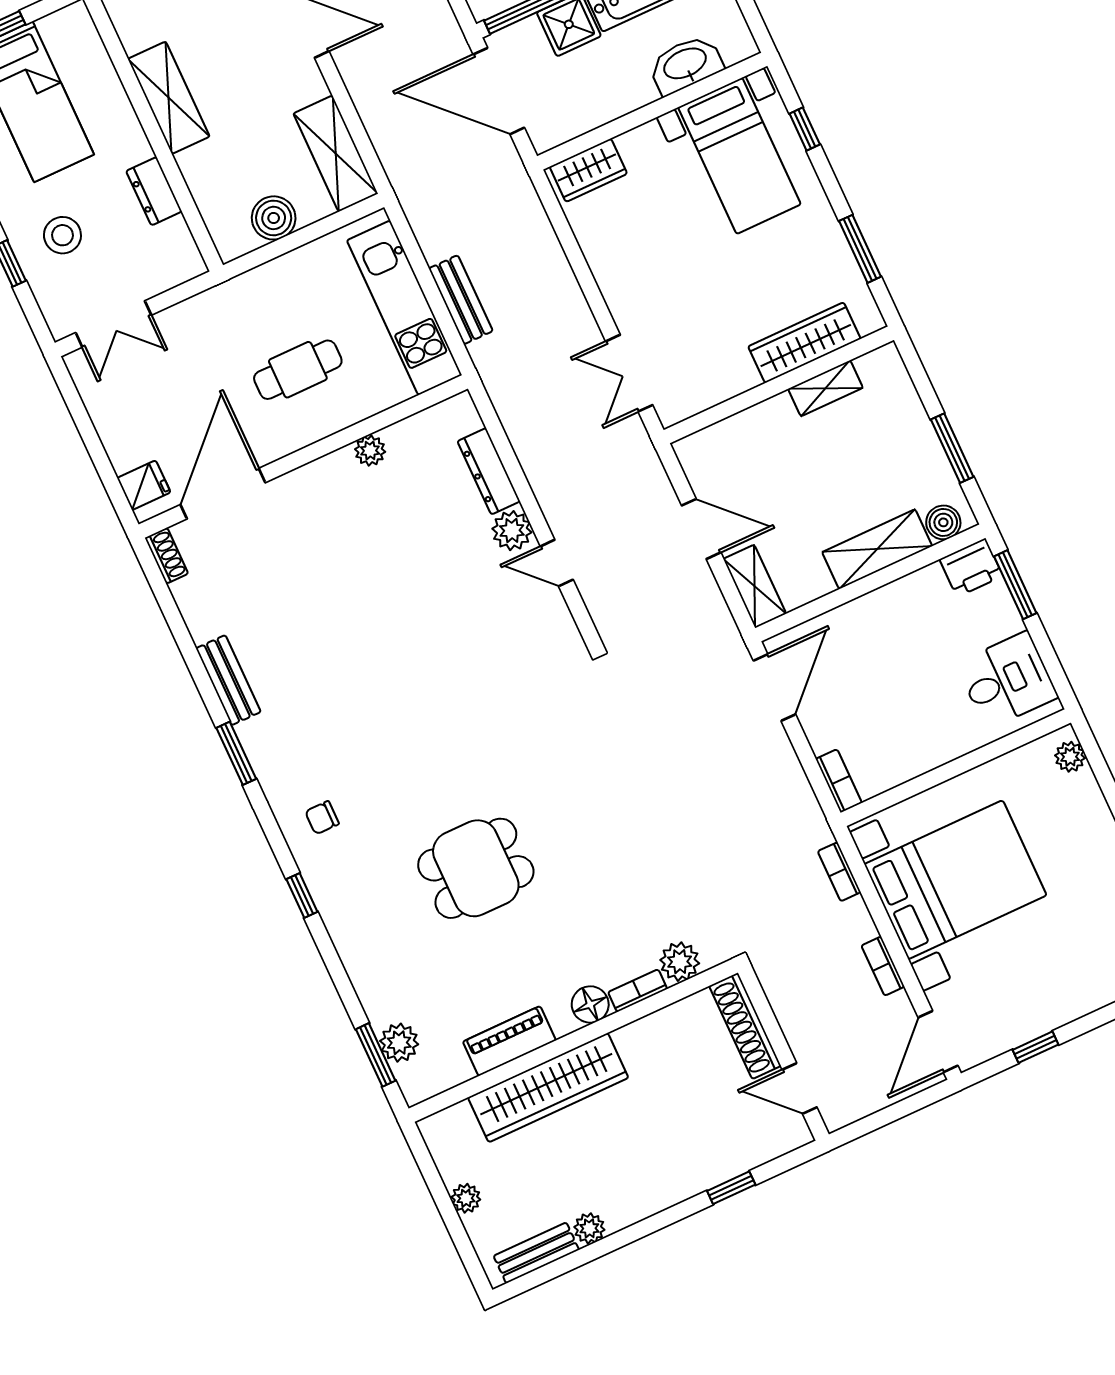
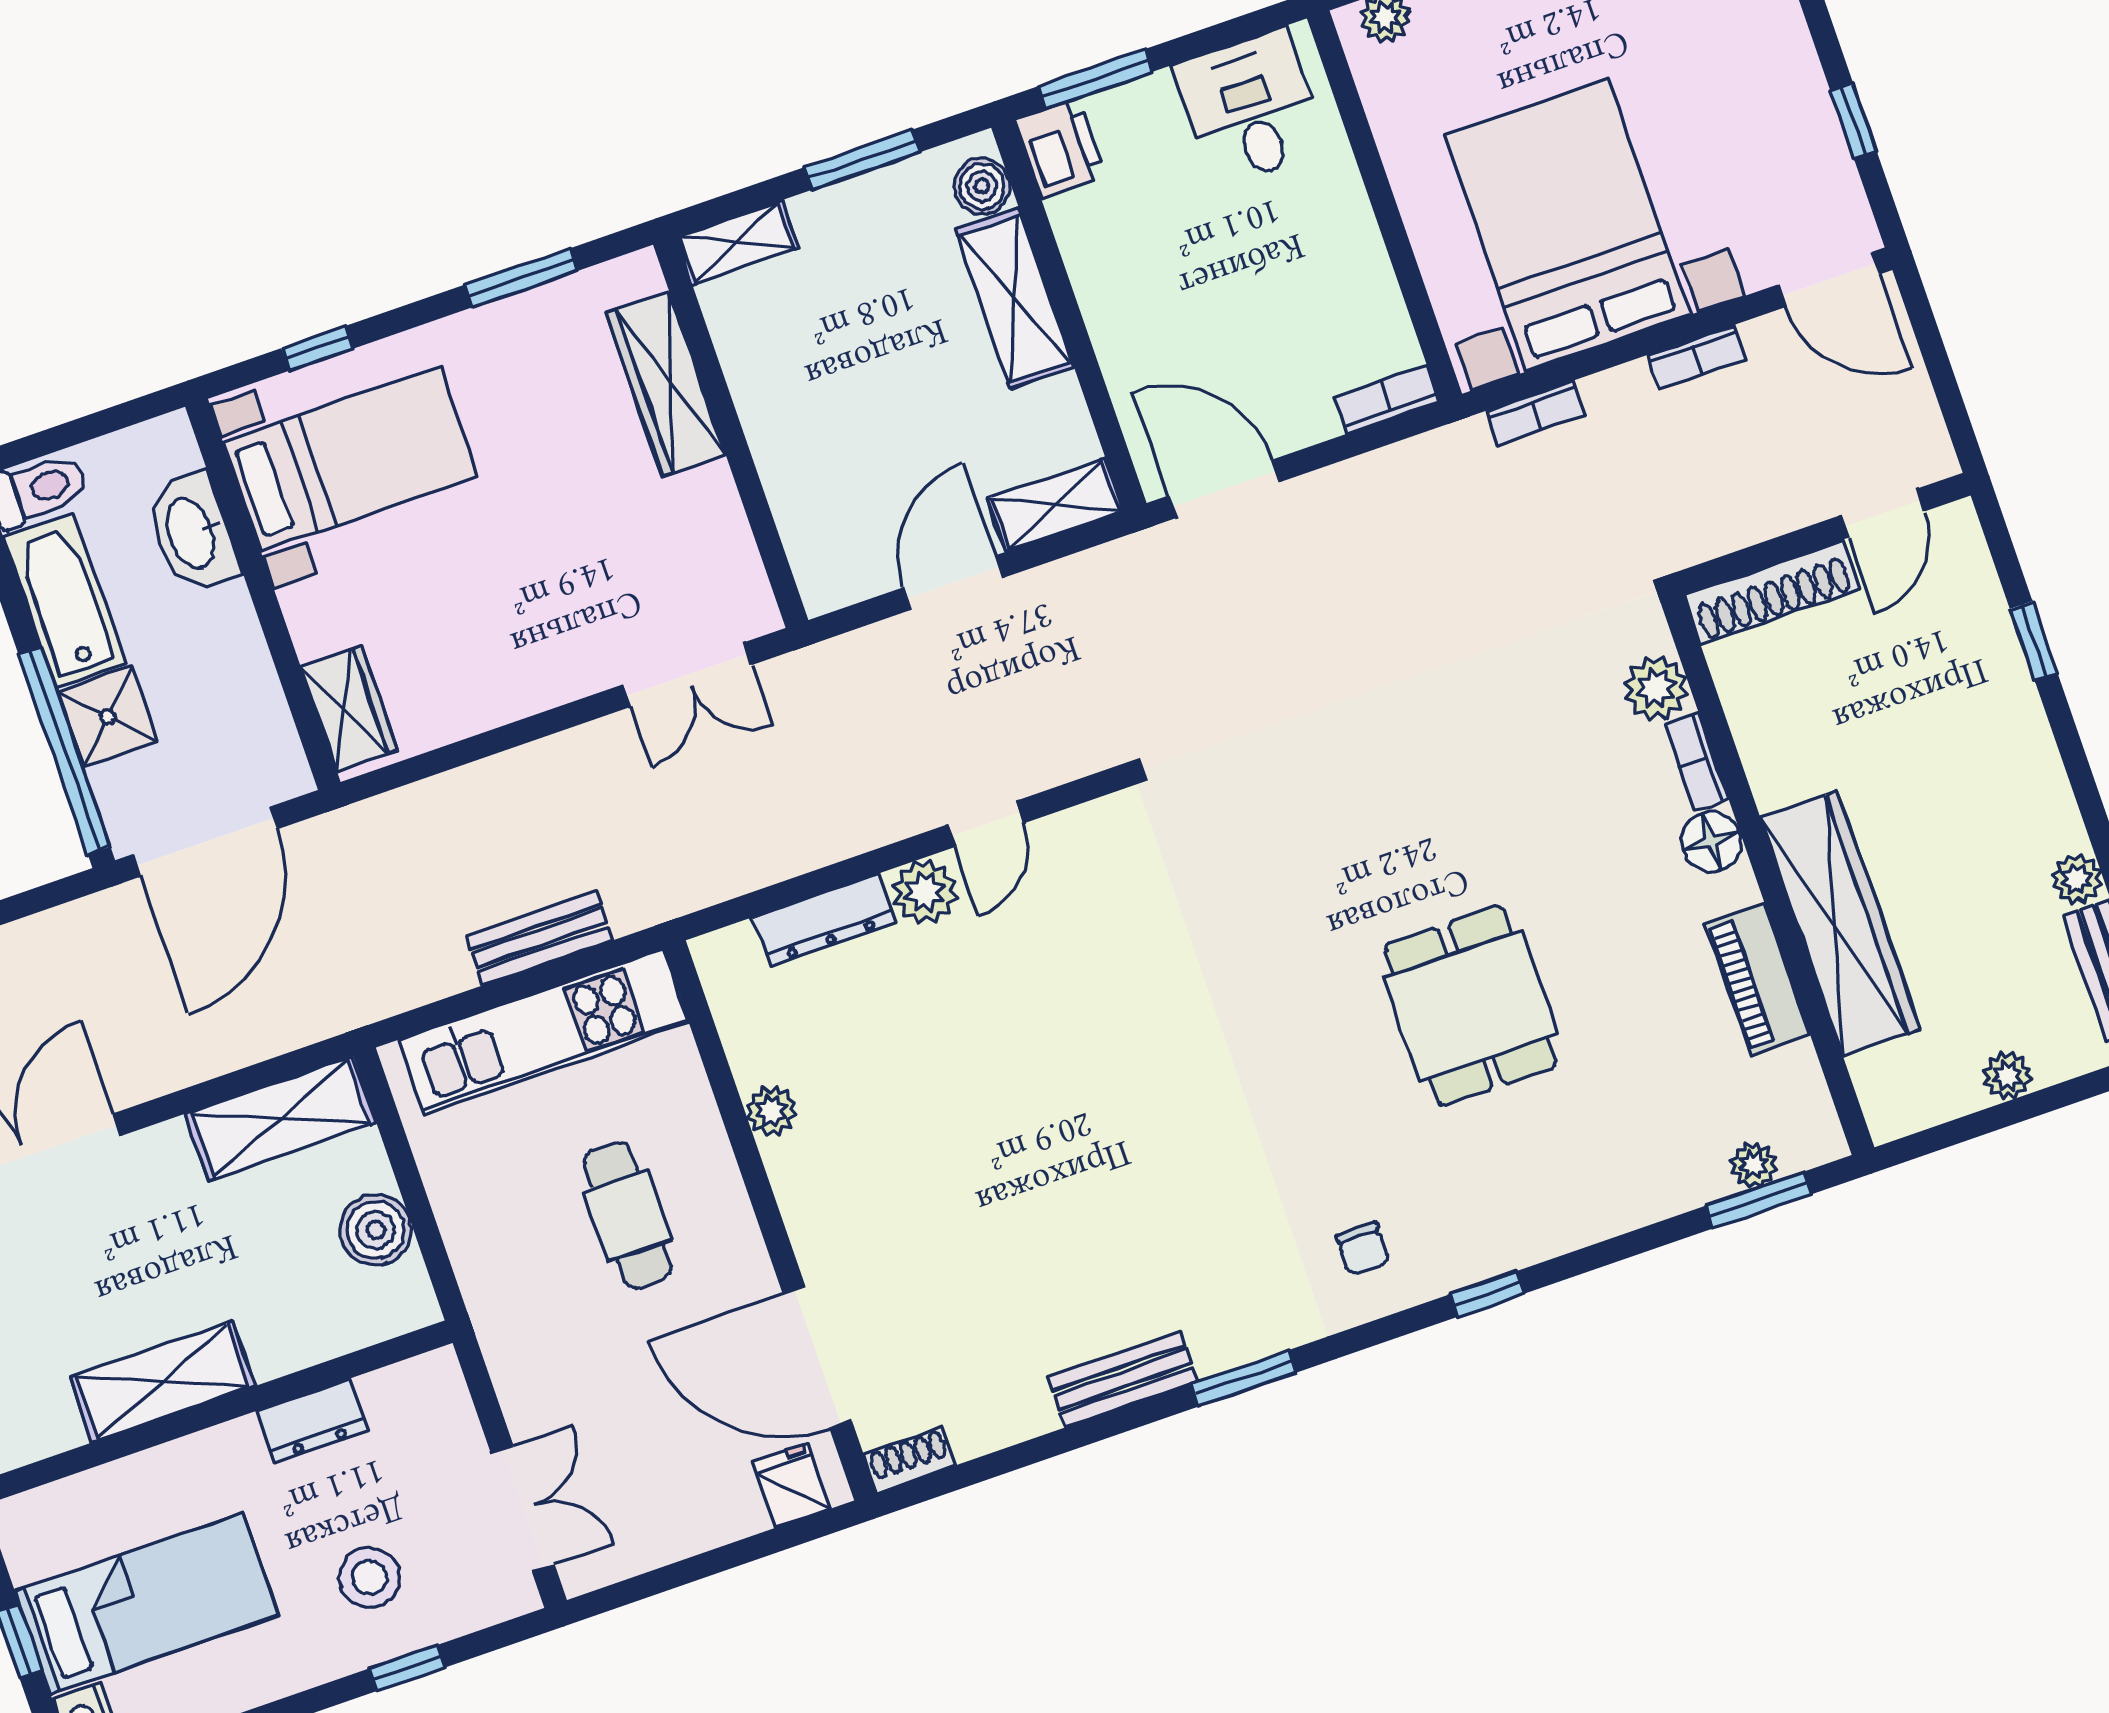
shelving: (825, 388) -> (737, 242), moved, turned 90
plant: (399, 1043) -> (1754, 1165), width x0.73, depth x0.73

